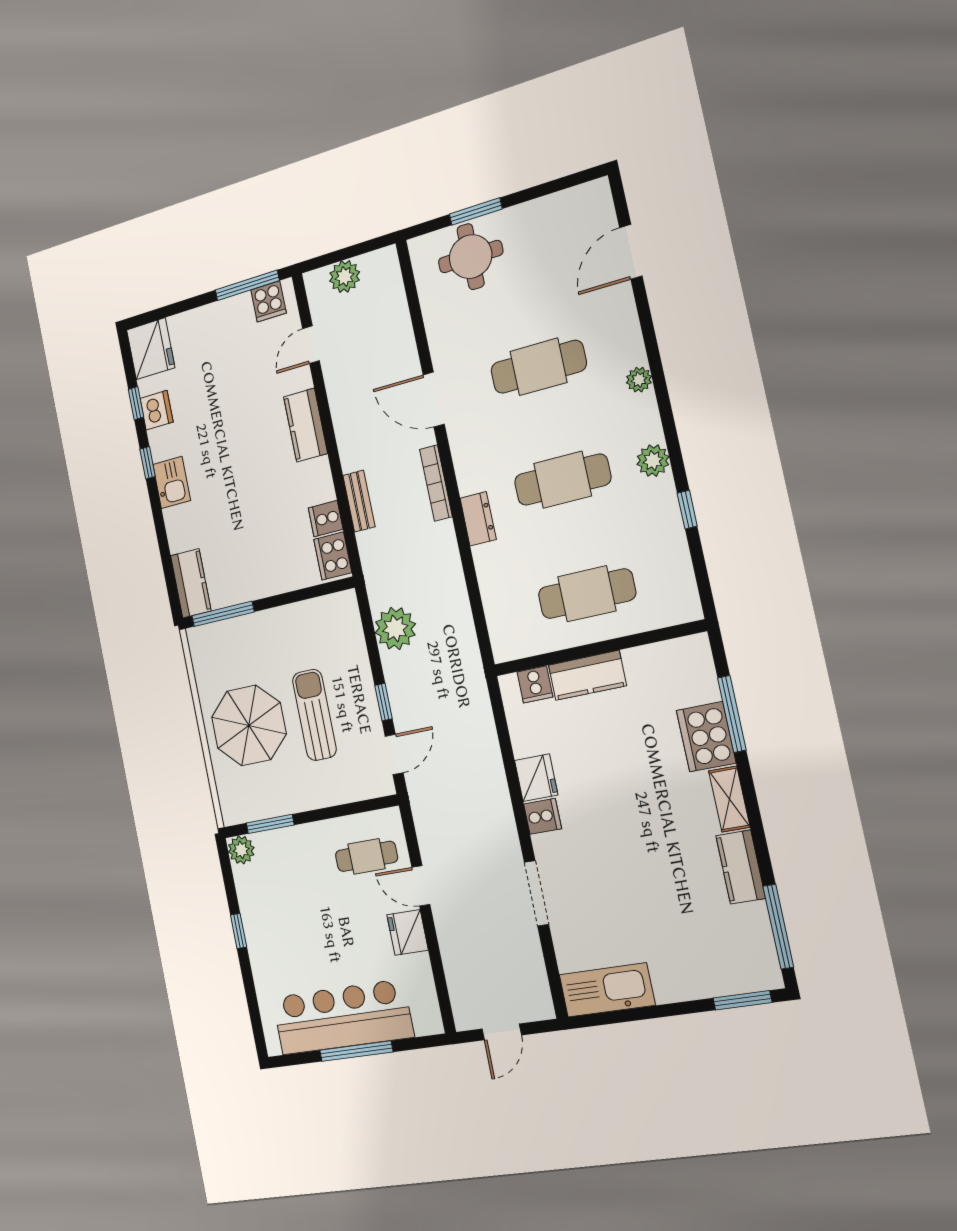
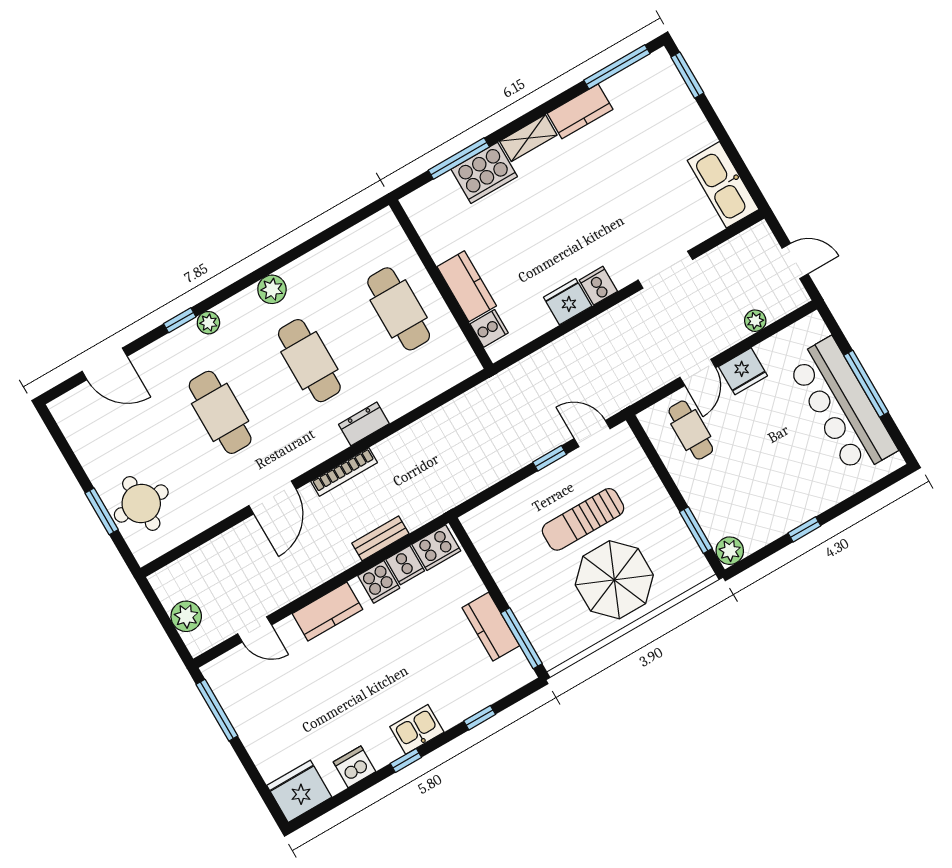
cooker: (268, 301) -> (379, 582), moved, turned 90
window: (136, 403) -> (480, 718), moved
window: (687, 510) -> (180, 320), moved
kitchen counter: (191, 583) -> (491, 627), moved, turned -90
plant: (395, 628) -> (755, 321), moved, width x0.53, depth x0.53

